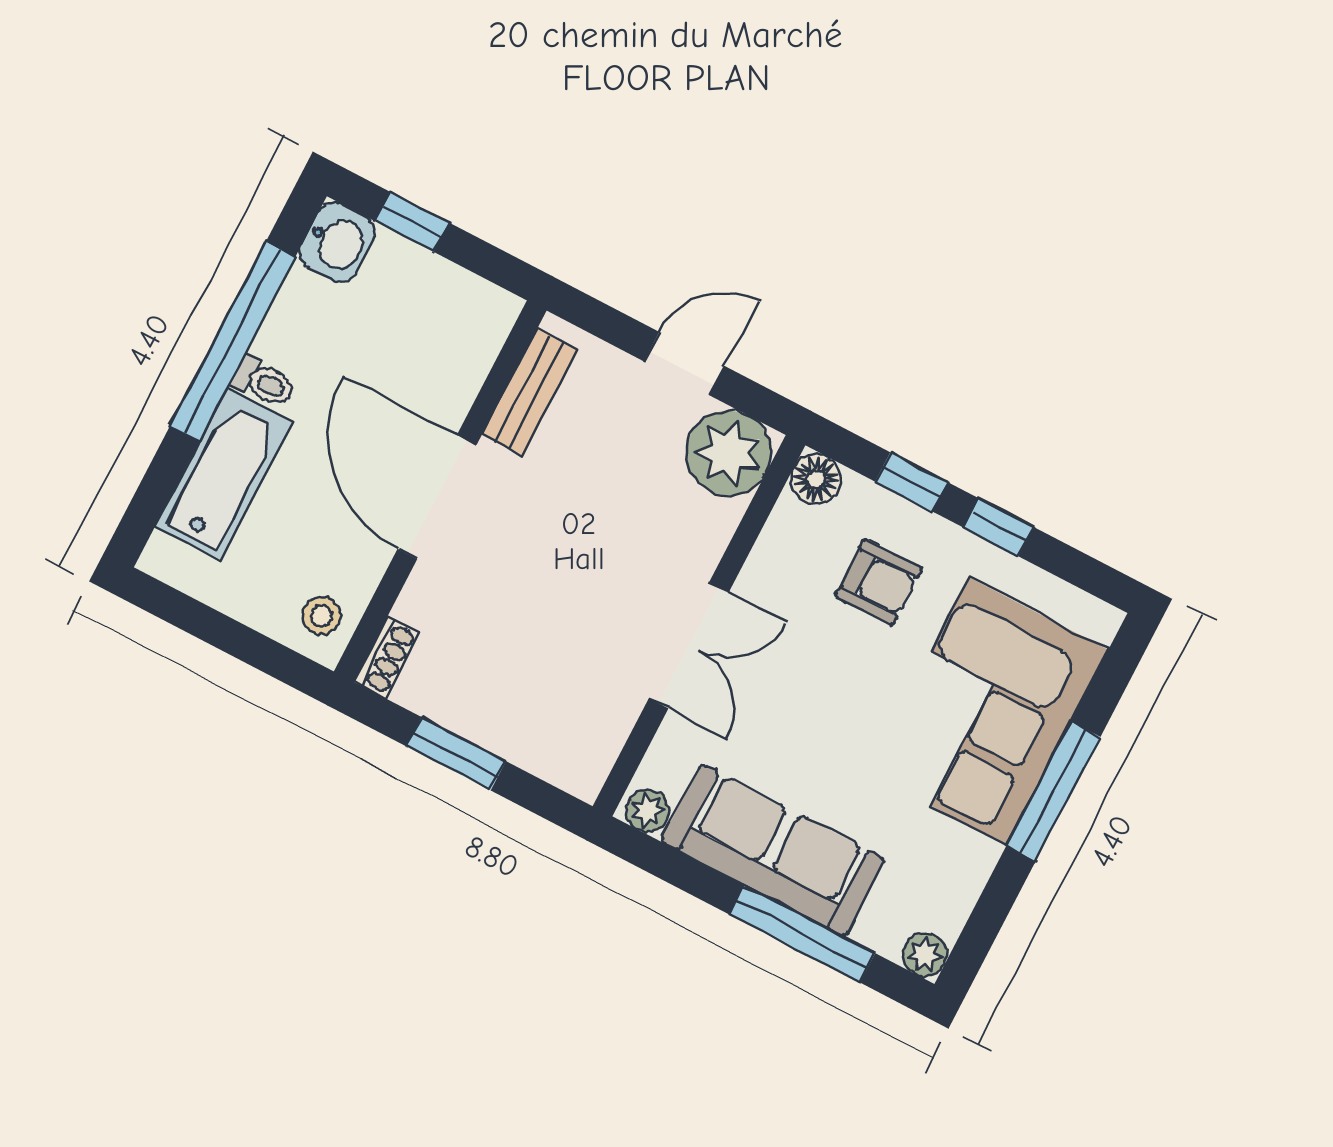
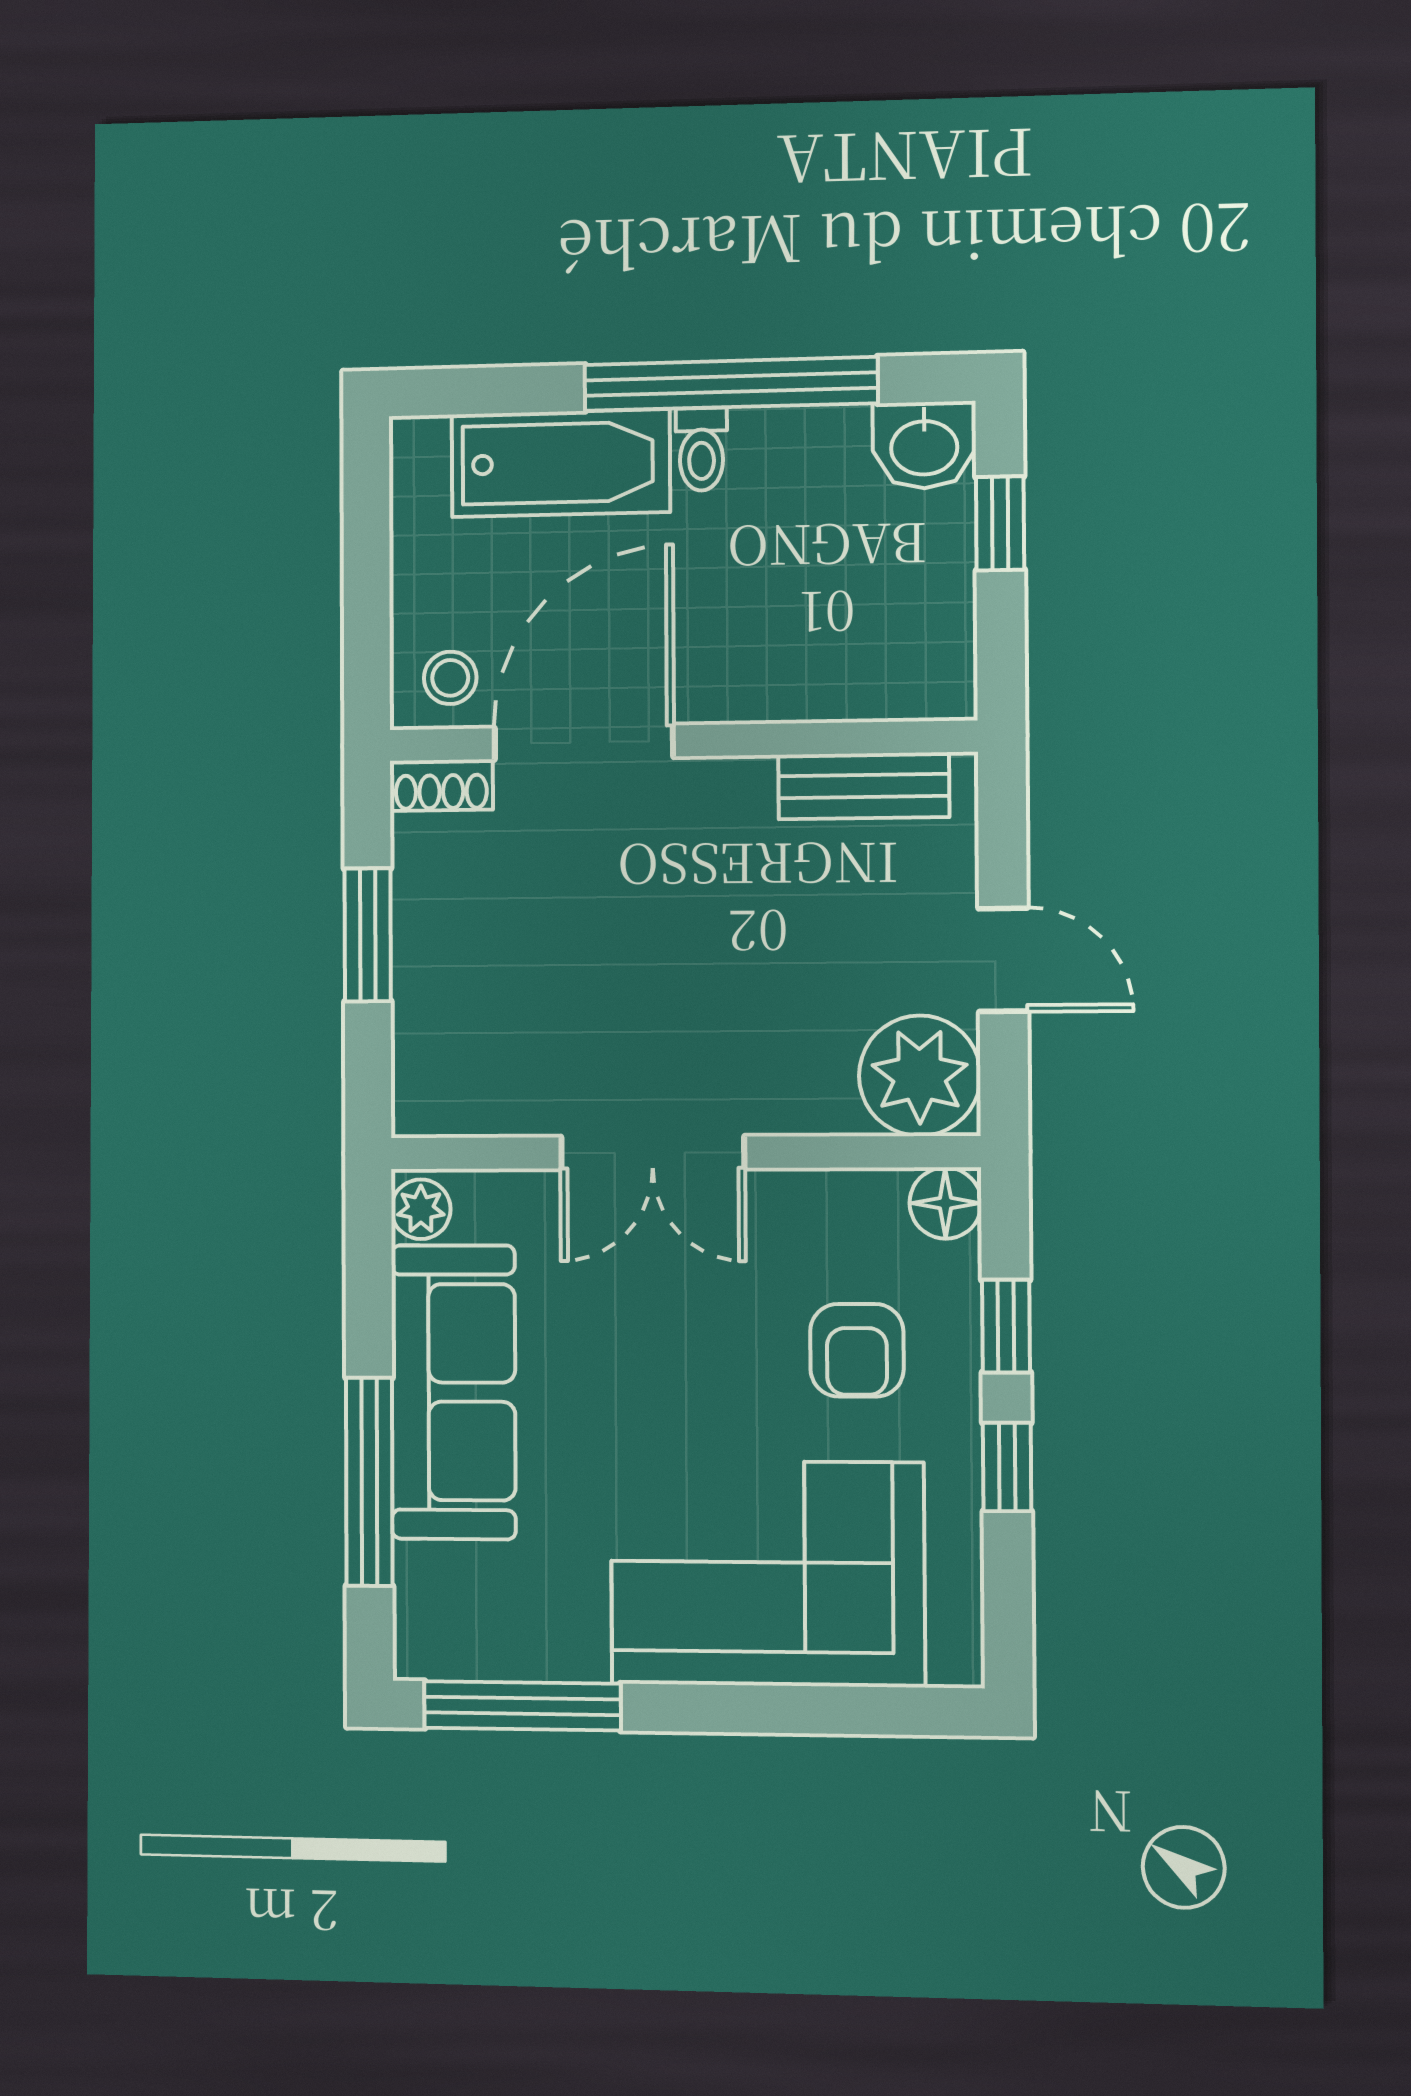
door: (437, 497) -> (584, 742), moved
window: (1053, 791) -> (522, 1706), moved
plant: (925, 955) -> (423, 1650), removed

